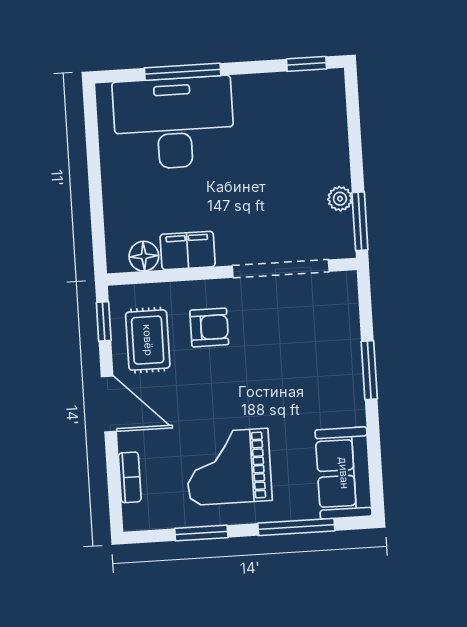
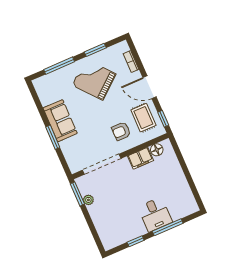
window: (307, 64) -> (136, 241), moved
desk: (174, 123) -> (155, 214), width x0.53, depth x0.77
grand piano: (229, 467) -> (94, 80), turned -130
sofa: (344, 473) -> (60, 121), moved

